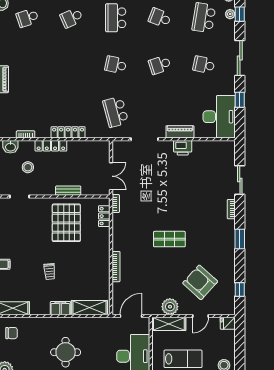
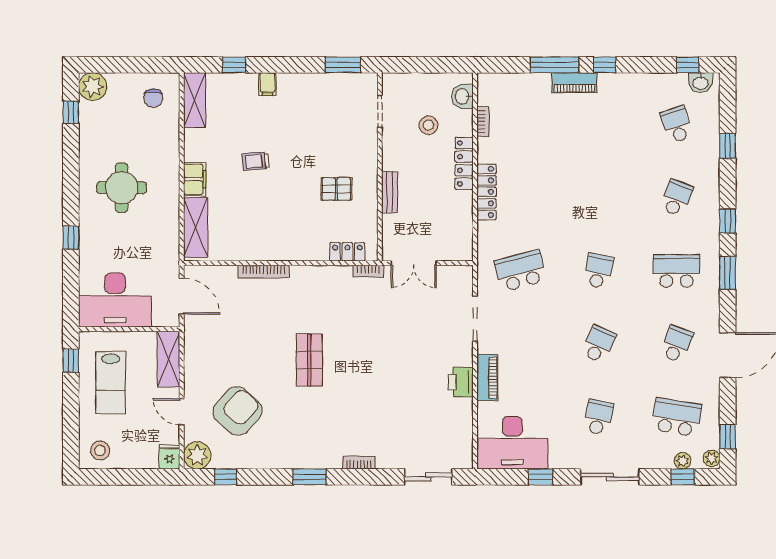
school desk: (72, 18) -> (676, 198), turned 45
school desk: (160, 65) -> (598, 344), turned 42
sliding door: (240, 180) -> (428, 477), moved
pallet: (66, 223) -> (336, 189), width x0.49, depth x0.50
plant: (170, 307) -> (197, 455), moved

